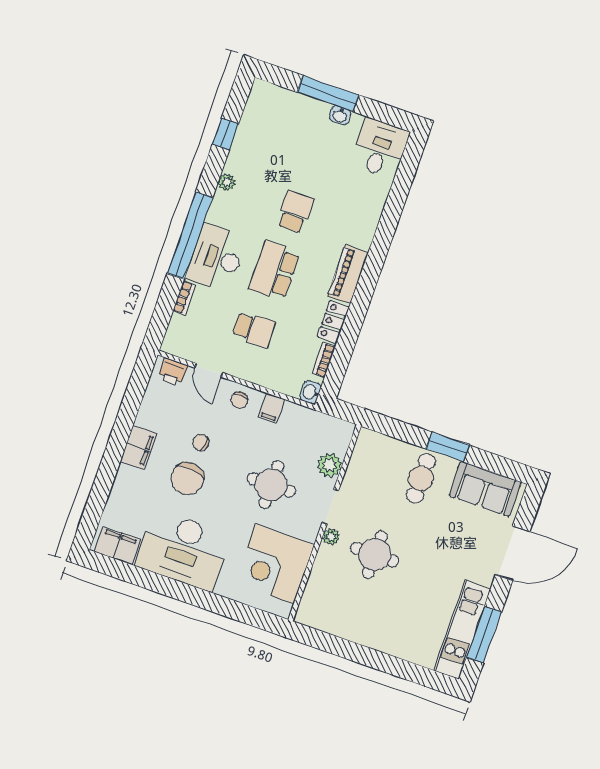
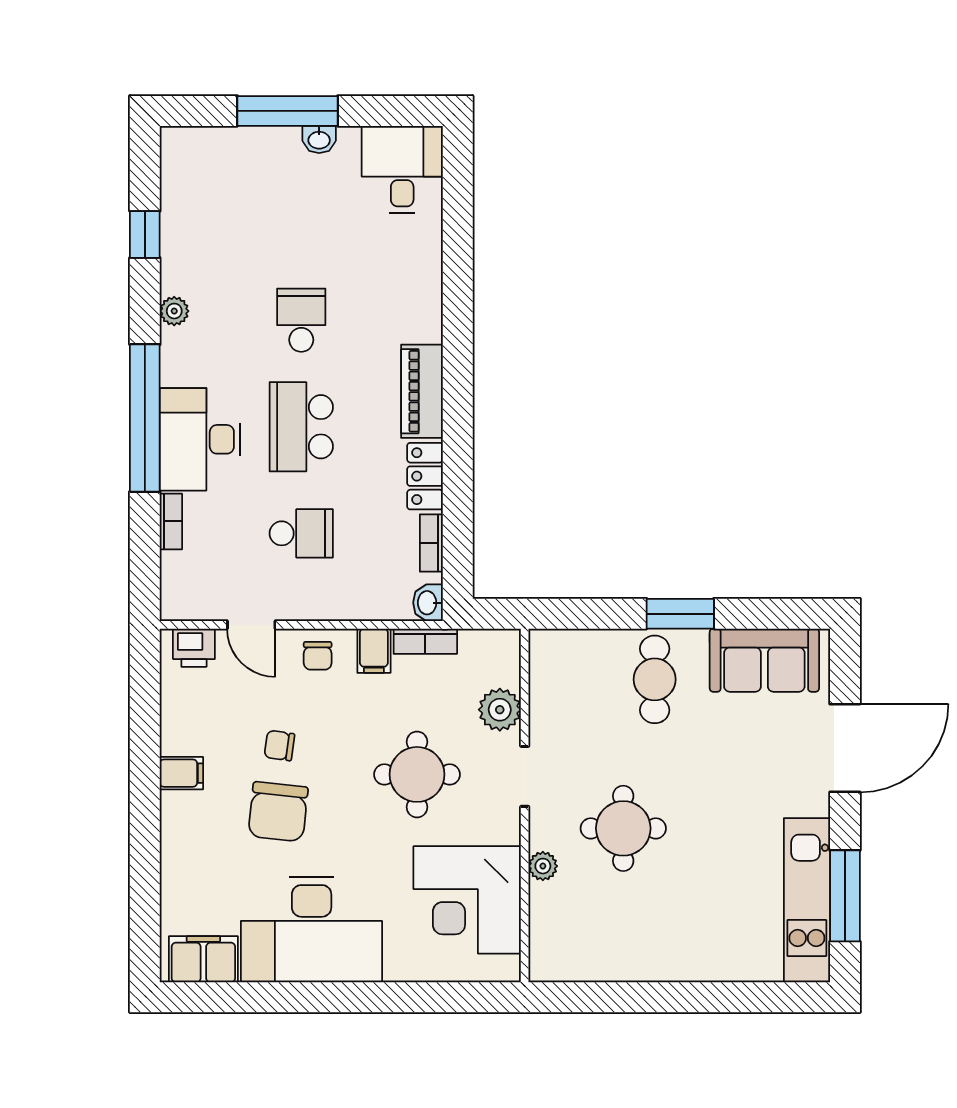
bookcase: (302, 413) -> (425, 641), added
filing cabinet: (138, 448) -> (181, 773), width x0.50
plant: (331, 537) -> (543, 866), moved

